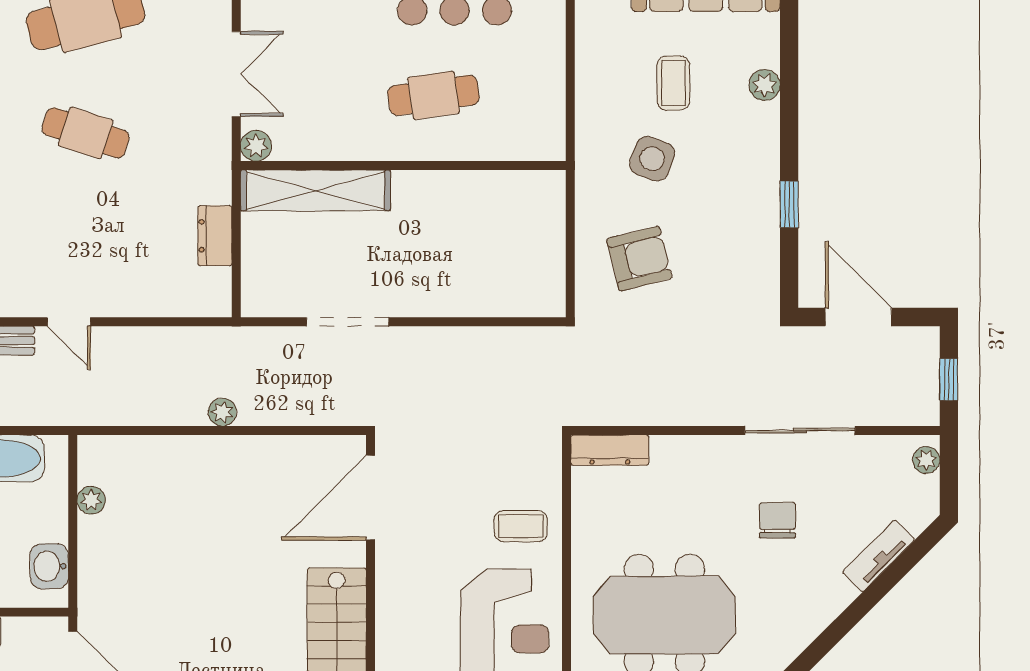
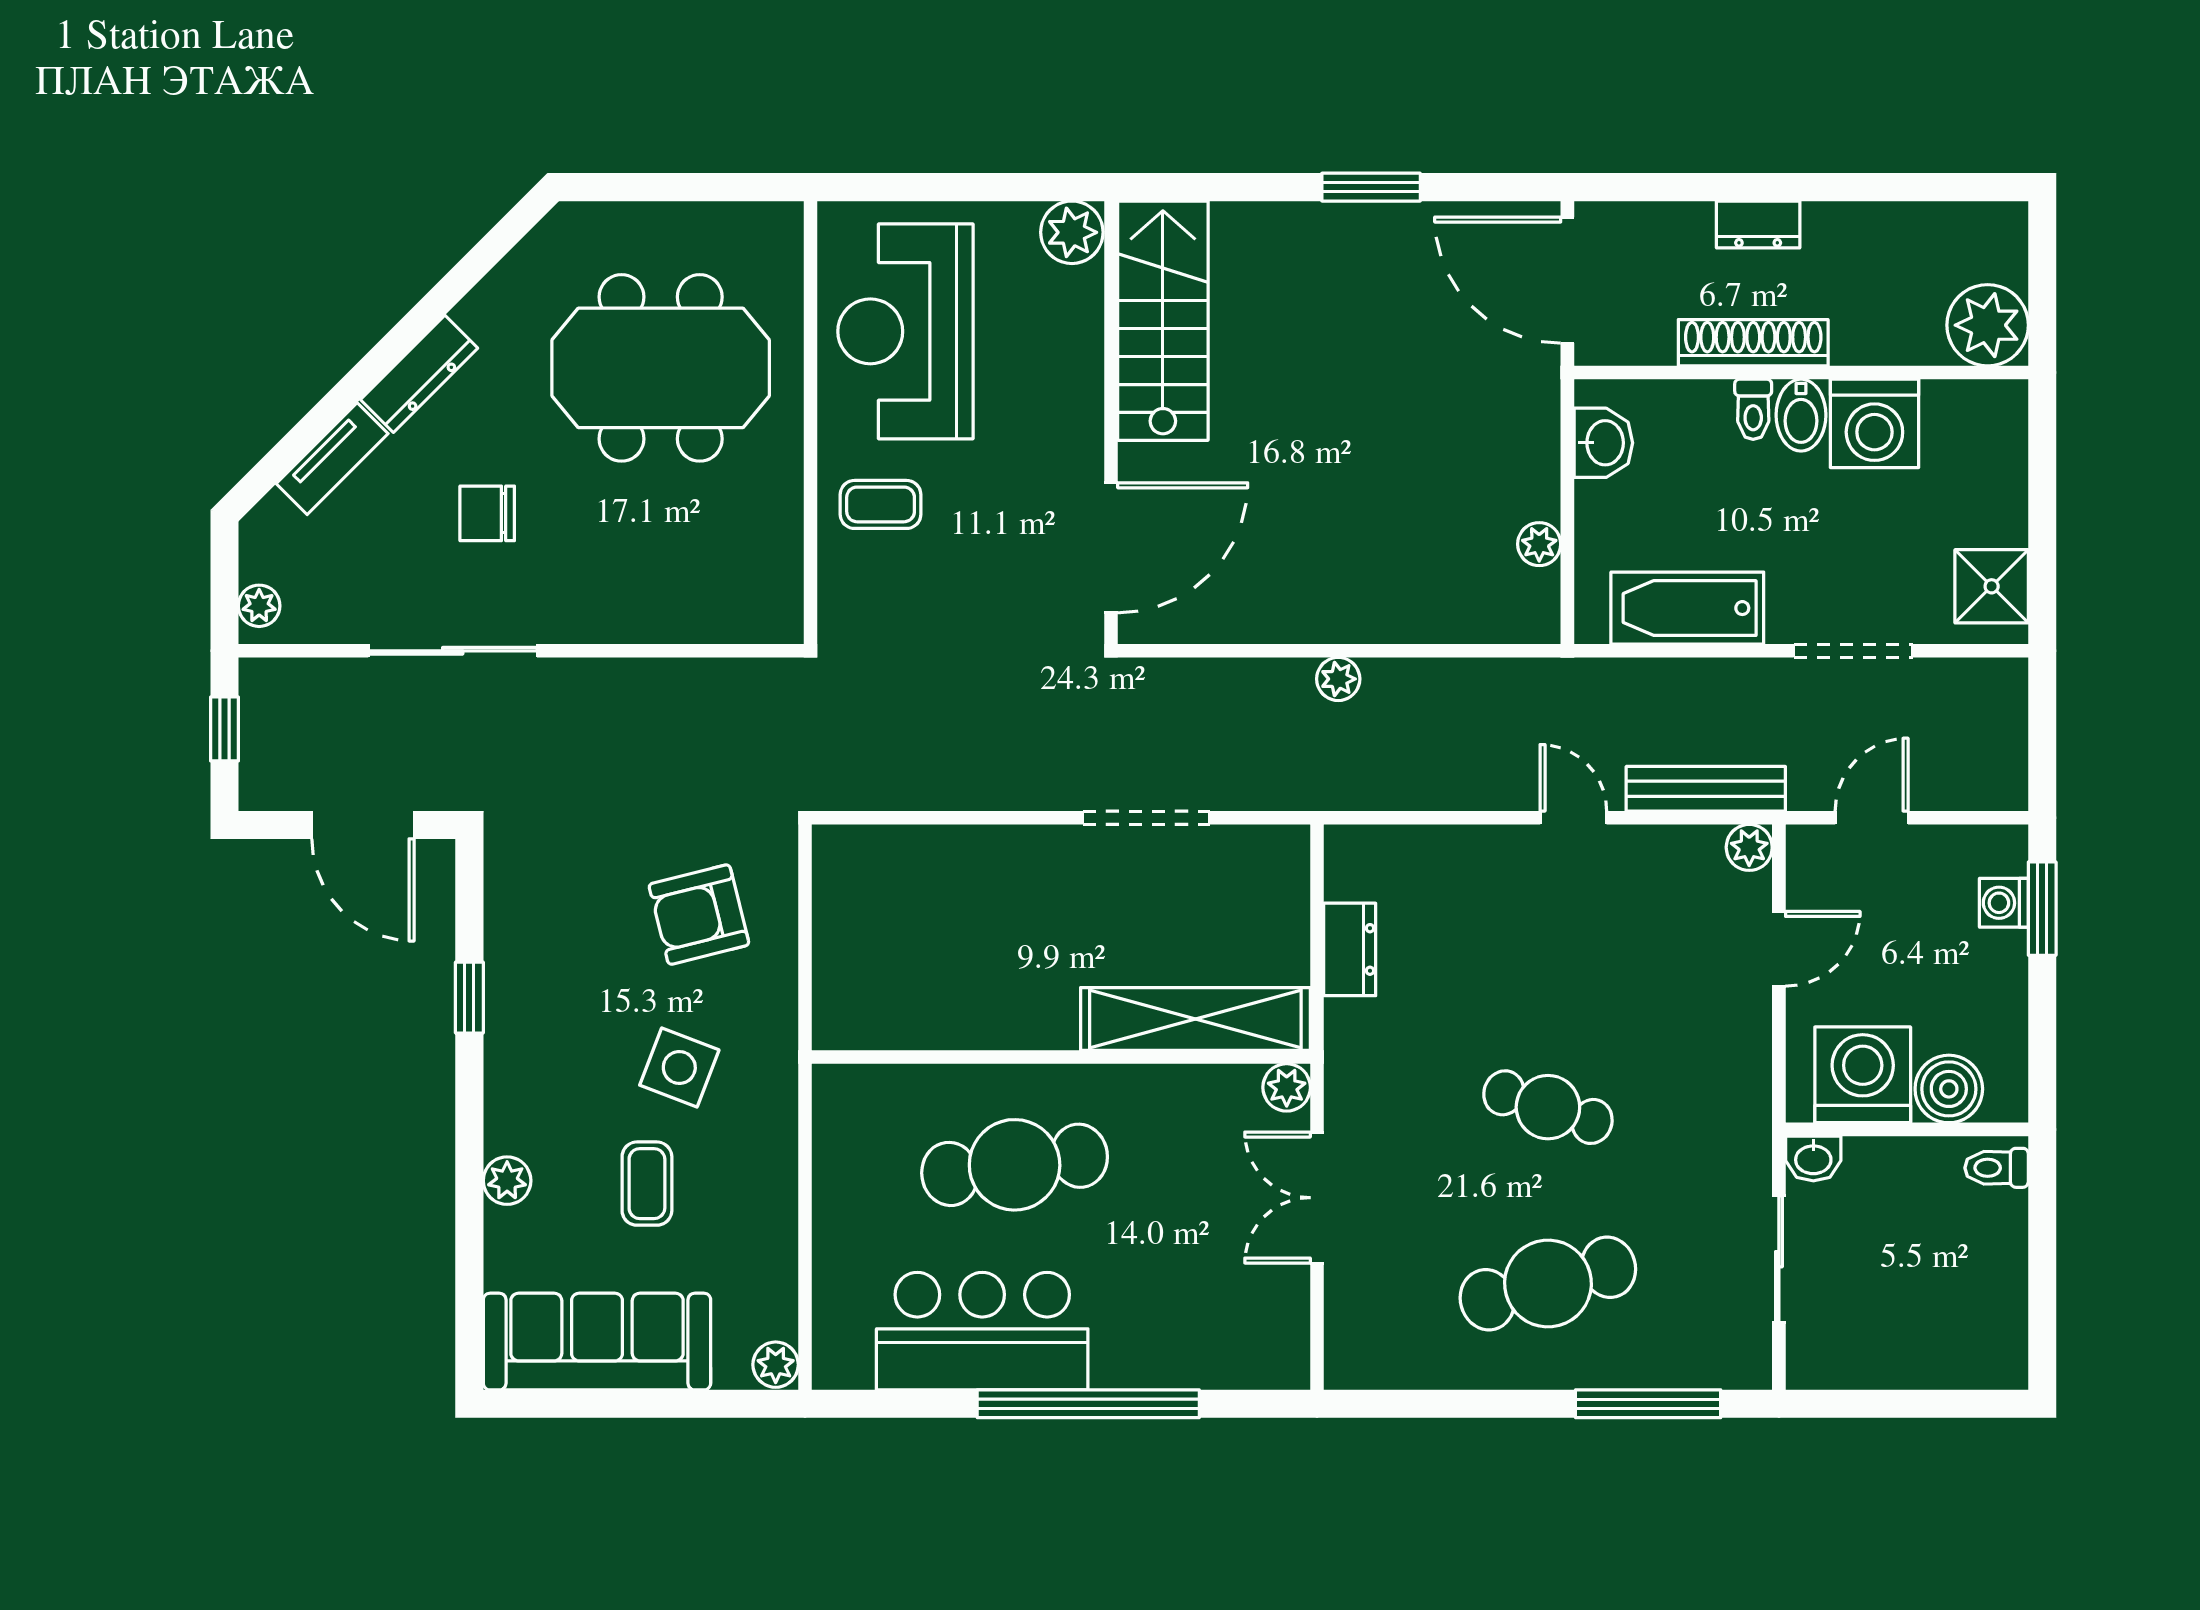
cafe table: (433, 95) -> (1015, 1165), width x1.37, depth x1.35
dresser: (610, 450) -> (419, 374), moved, turned 135
chair: (777, 520) -> (487, 513), turned 90

